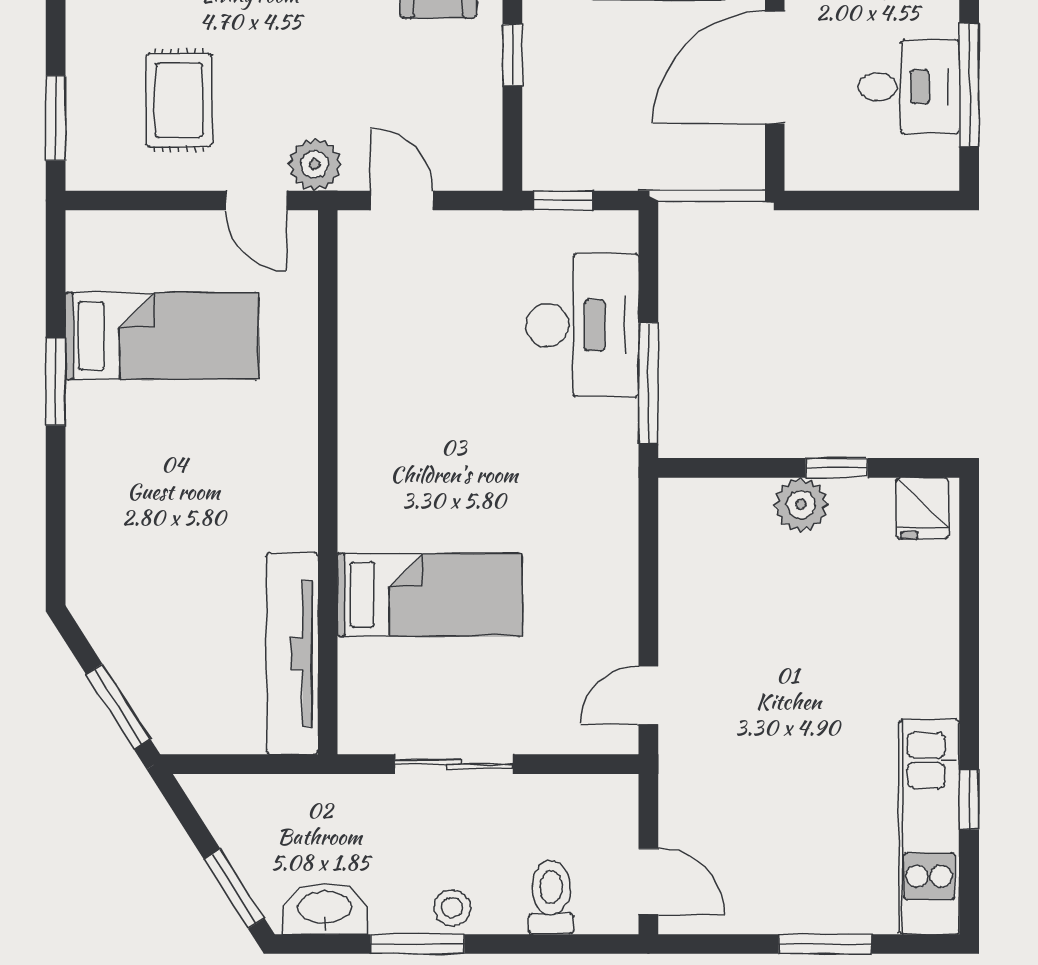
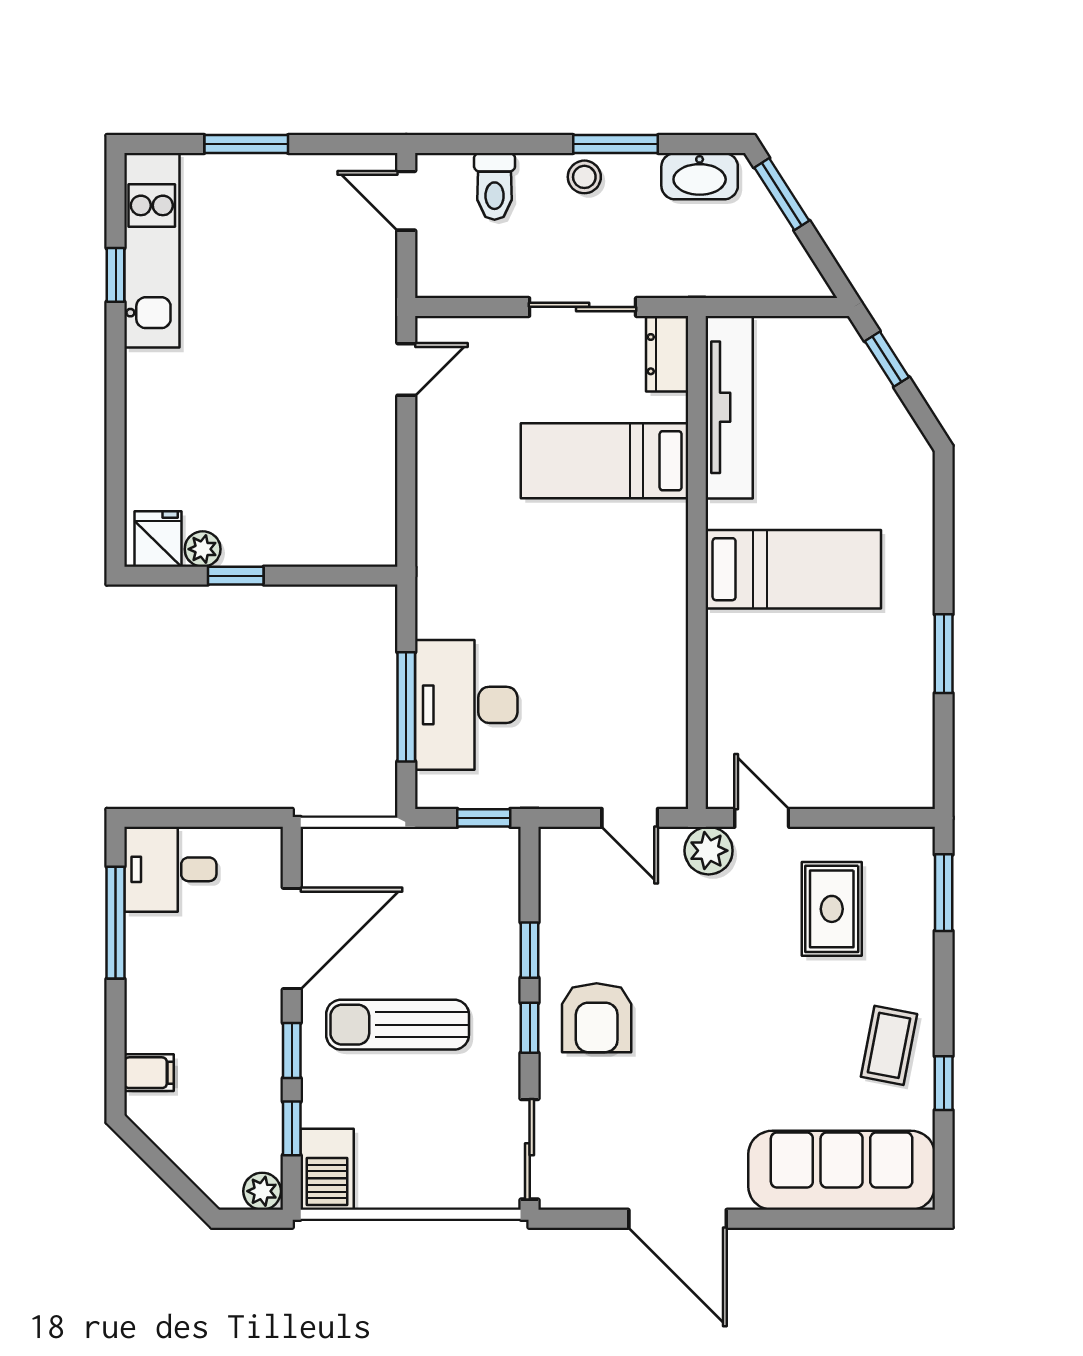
desk: (909, 87) -> (170, 869), moved
bed: (162, 336) -> (793, 569), moved, turned 180
window: (648, 383) -> (406, 707), moved
plant: (801, 505) -> (203, 549), moved, width x0.73, depth x0.73
window: (118, 707) -> (887, 359), width x0.67
dresser: (361, 712) -> (667, 354), added

